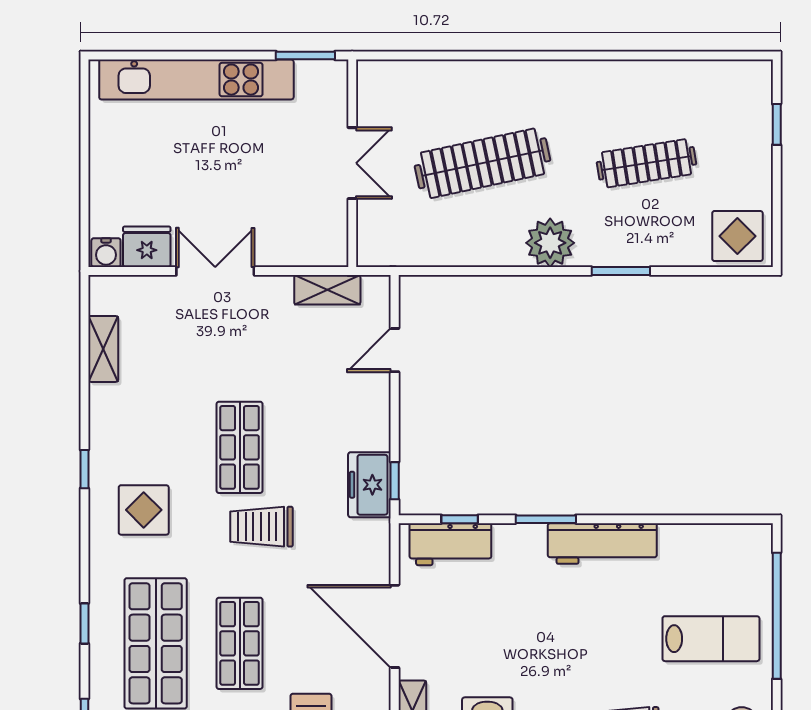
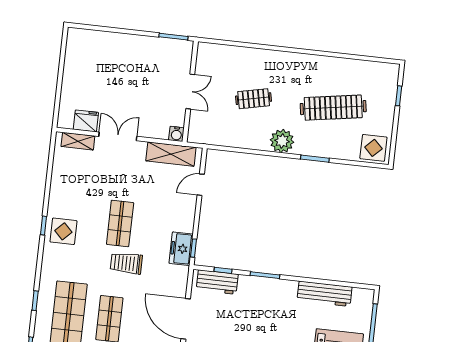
kitchen unit: (196, 80) -> (119, 42), removed
clothes rail: (482, 163) -> (254, 99), width x0.54, depth x0.76
clothes rail: (646, 163) -> (333, 108), width x1.37, depth x1.31
water cooler: (106, 253) -> (176, 134), moved
shelving: (327, 290) -> (171, 154), width x1.50, depth x1.33
shelving: (103, 349) -> (78, 141), moved, turned 90
display table: (144, 510) -> (63, 231), moved
workbench: (602, 544) -> (325, 294), moved

